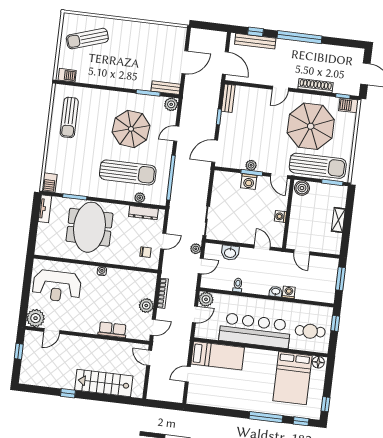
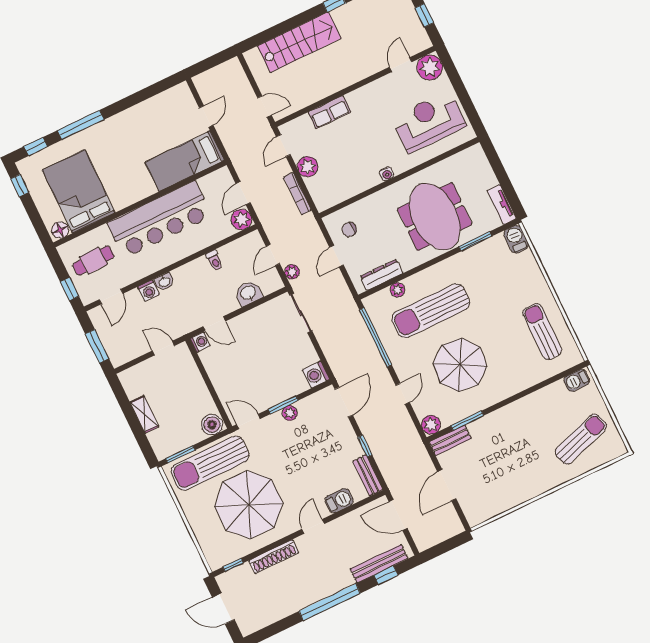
barbecue: (348, 105) -> (339, 501), moved
washing machine: (249, 182) -> (316, 375), moved, turned -90
washing machine: (281, 216) -> (200, 342), moved
door: (313, 303) -> (111, 296), added

